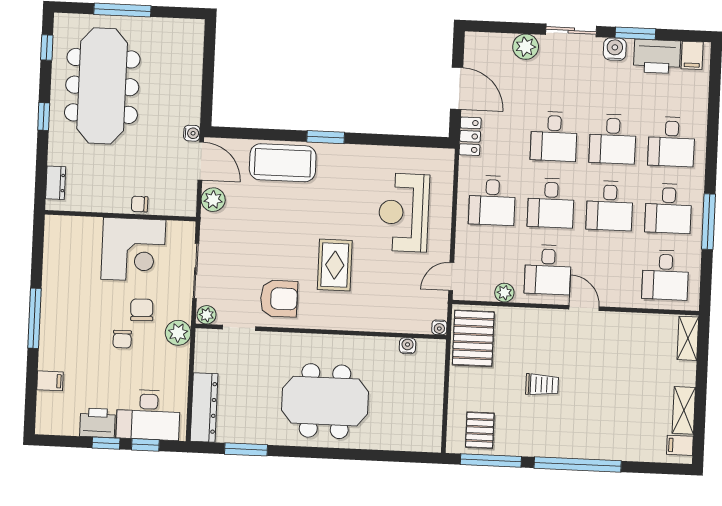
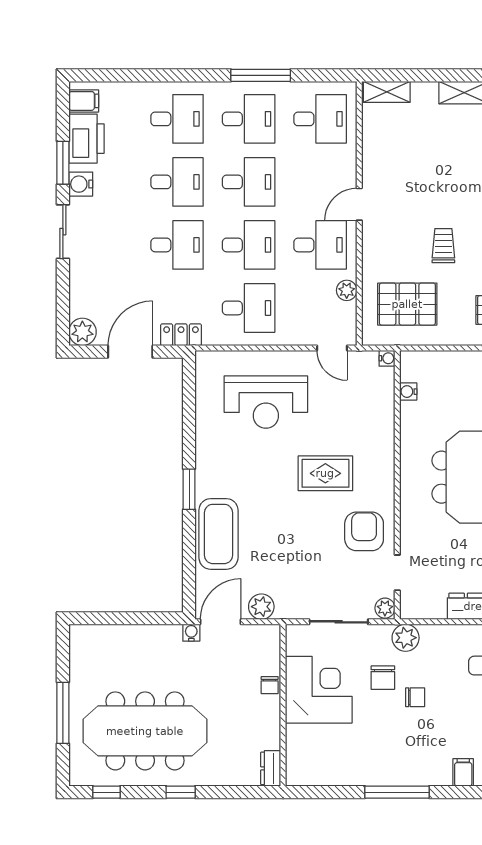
plant: (526, 47) -> (82, 332), moved
dresser: (56, 183) -> (271, 768), moved, turned -90
chair: (142, 310) -> (383, 678), turned -88
pallet: (473, 338) -> (407, 304), moved

